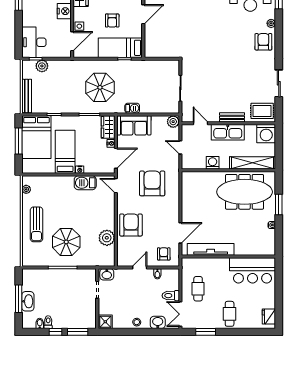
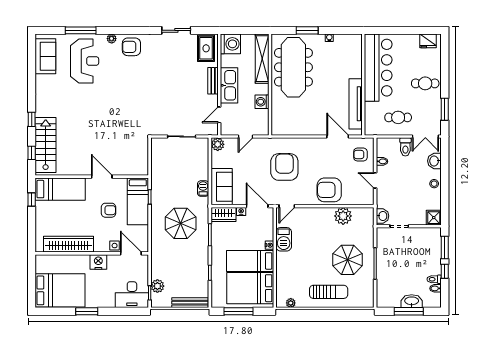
bed: (36, 137) -> (250, 288), moved, turned 180
armchair: (152, 183) -> (284, 167), turned 90
bar counter: (253, 270) -> (378, 68), width x1.36

